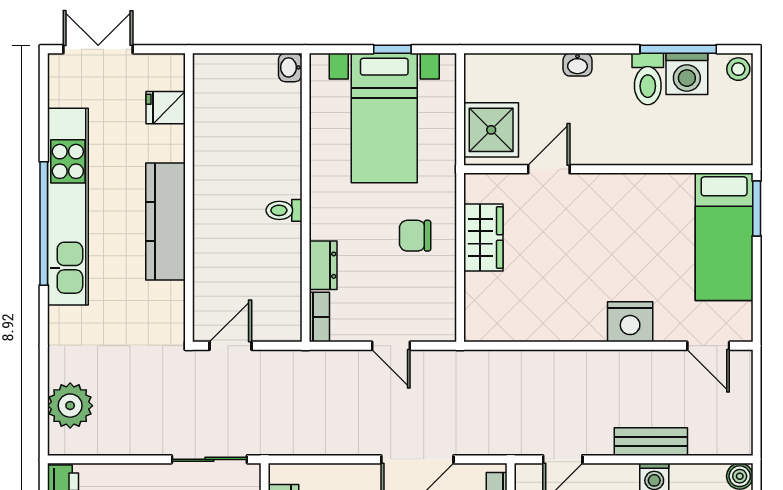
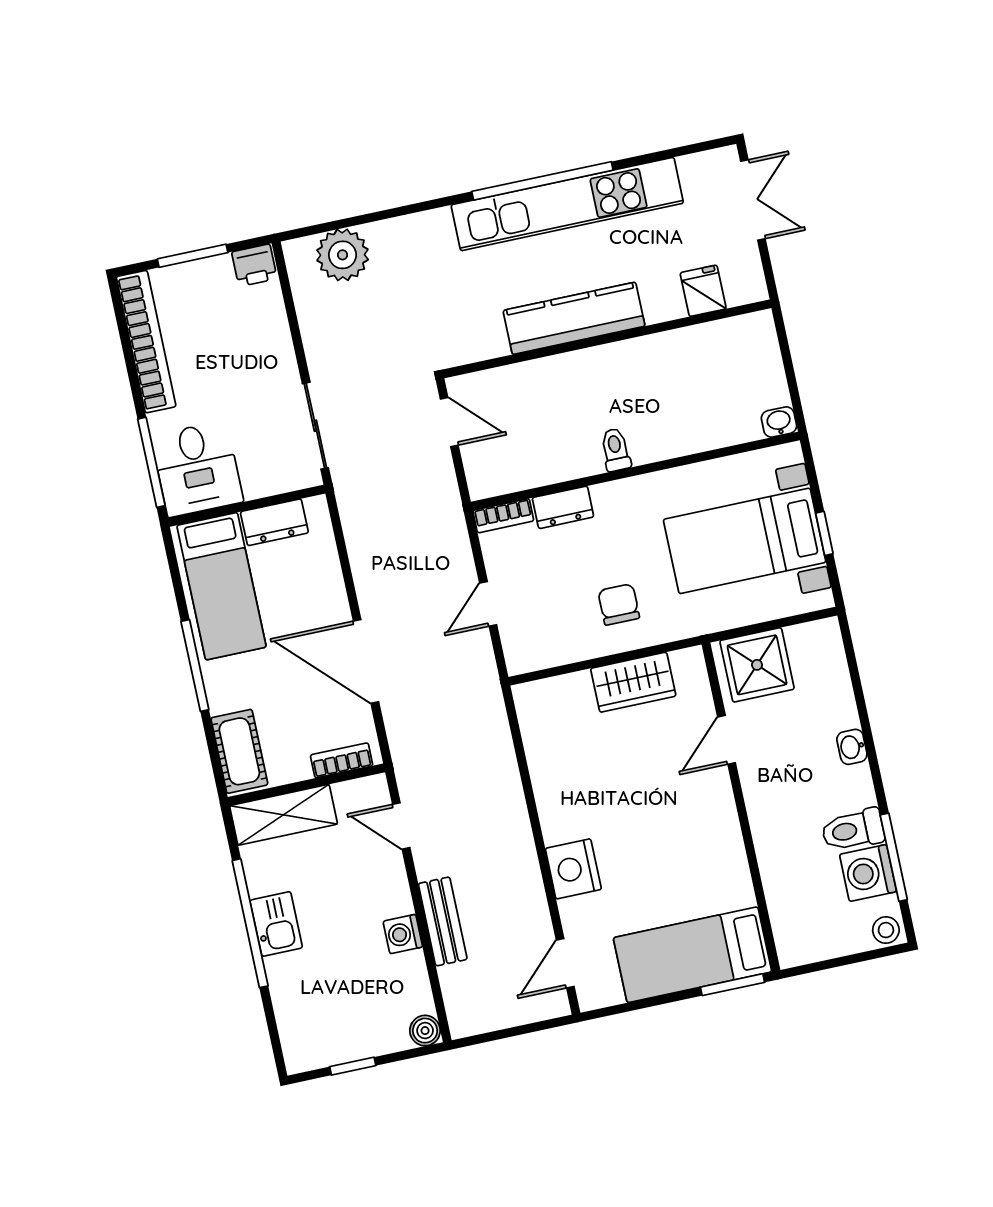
door: (549, 169) -> (727, 740), swing flipped

